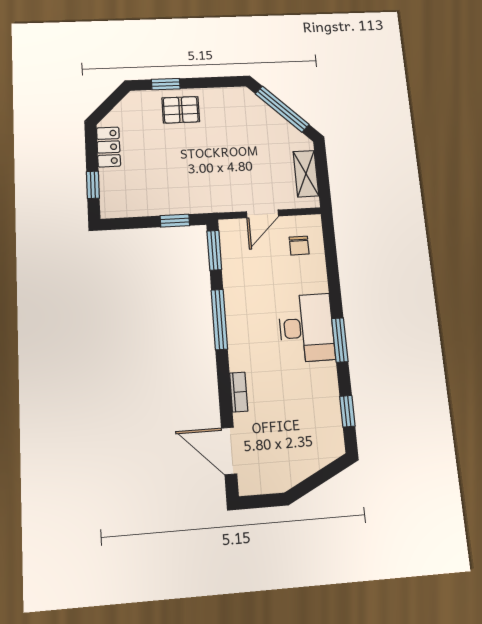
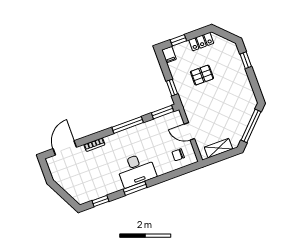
pallet: (181, 110) -> (202, 75), moved, turned 90
filing cabinet: (113, 208) -> (169, 55), added

